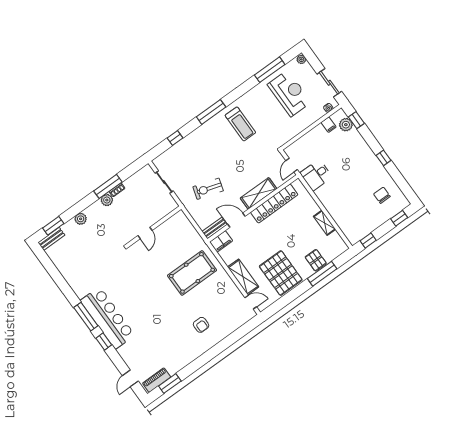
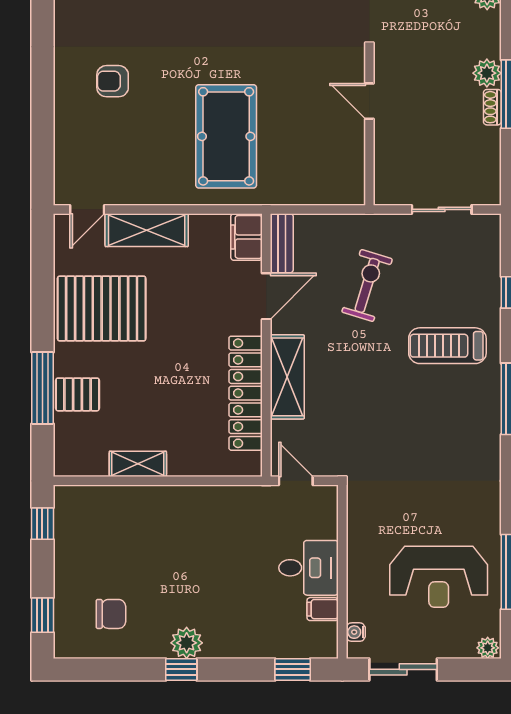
treadmill: (240, 124) -> (447, 346), moved
plant: (346, 125) -> (187, 643), moved
desk: (316, 175) -> (309, 568), moved, turned 90

